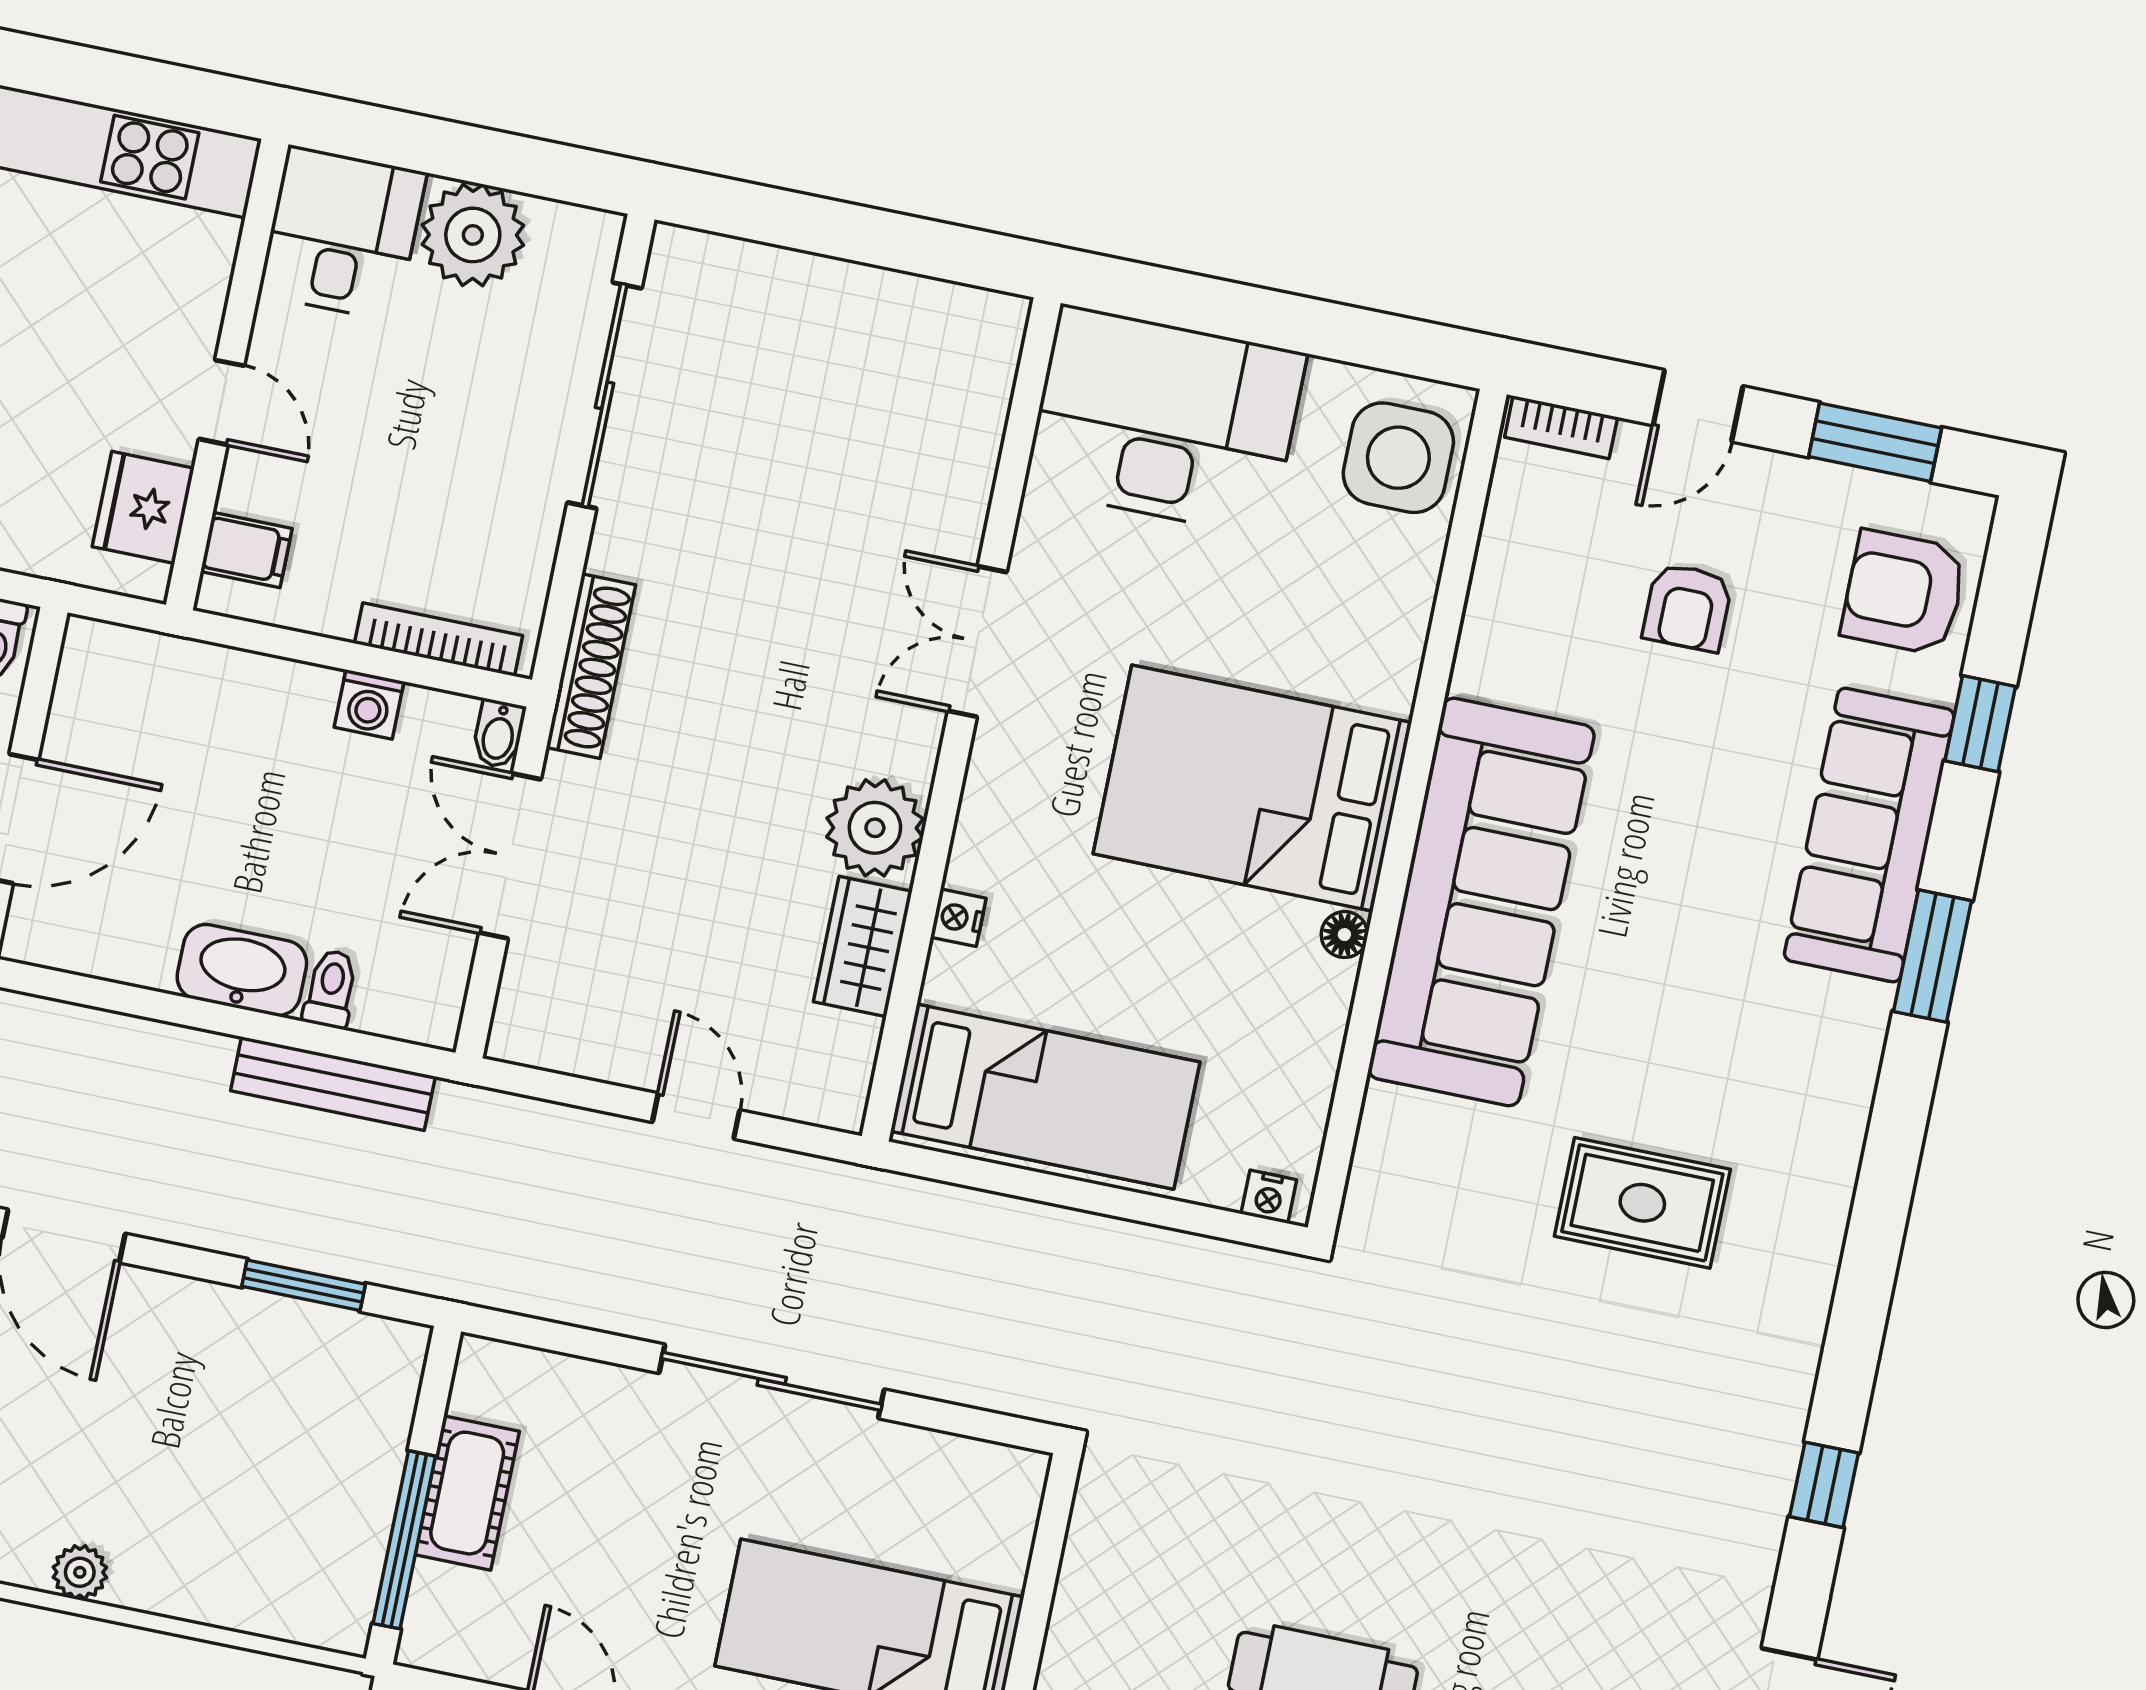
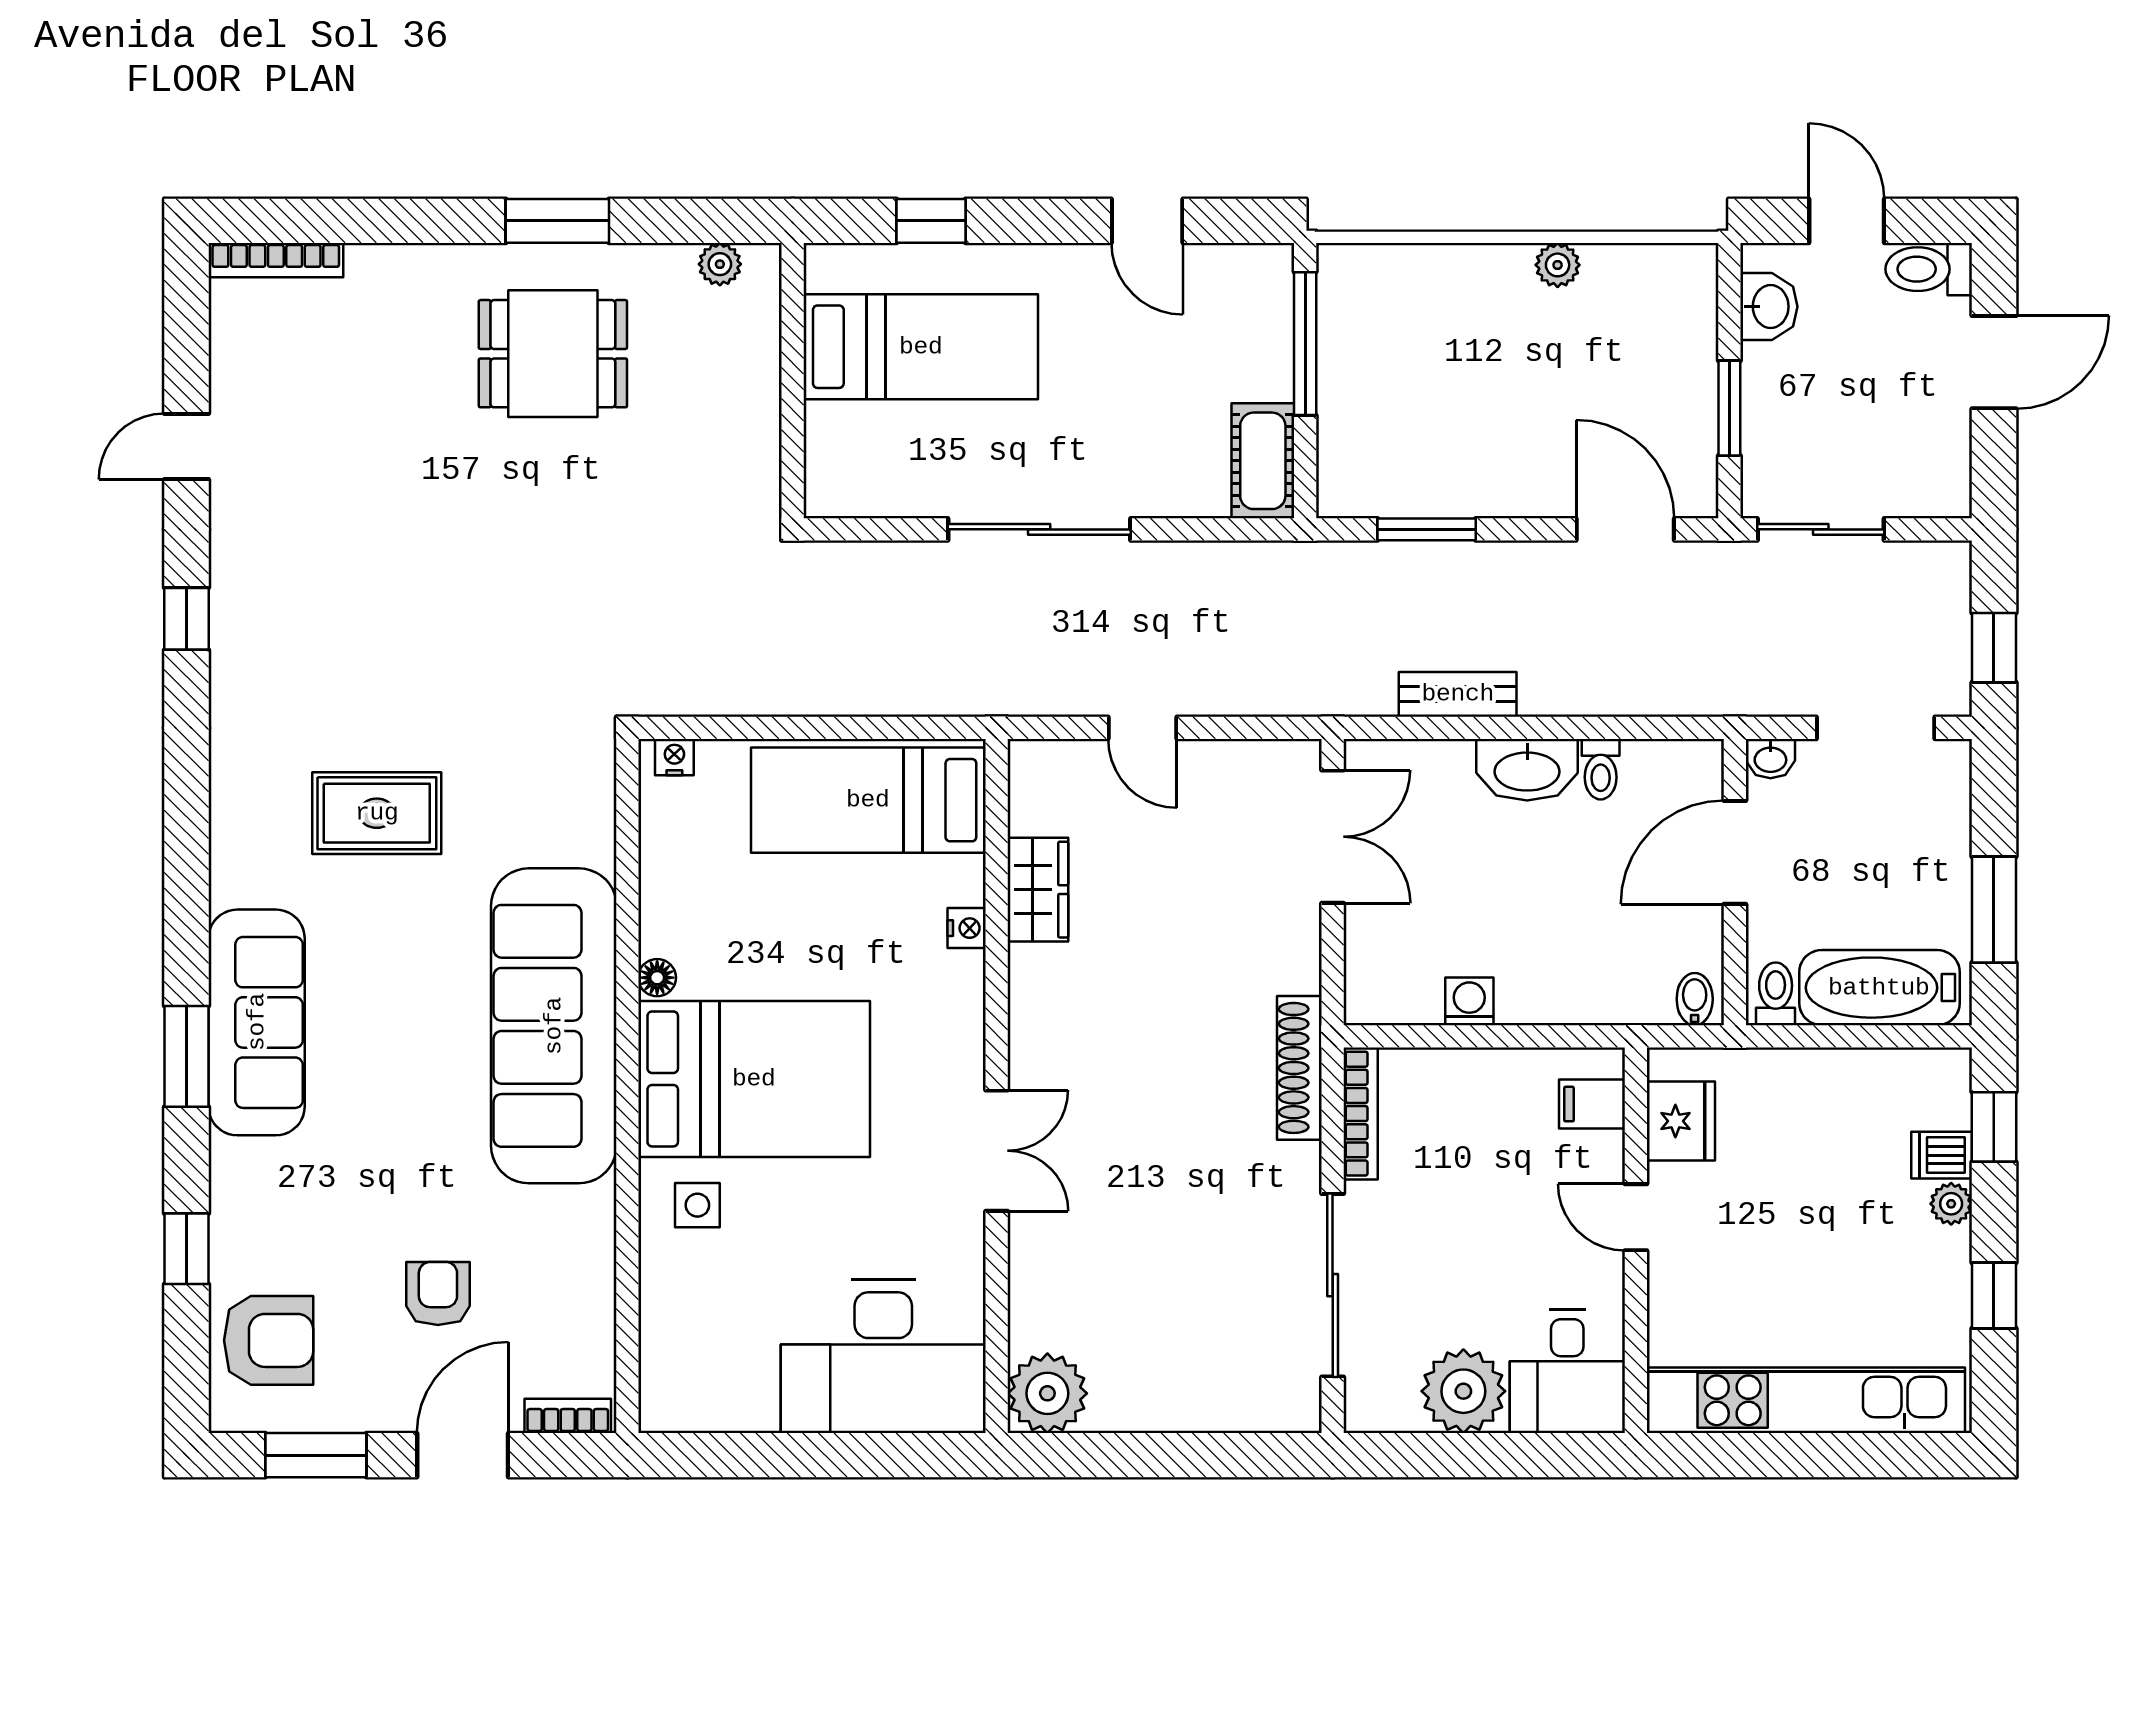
door: (1698, 406) -> (463, 1455), width x1.38
side table: (1398, 458) -> (697, 1205), moved, width x0.54, depth x0.54
bookcase: (439, 639) -> (1361, 1114), moved, turned -90
bidet: (499, 734) -> (1695, 999), moved
plant: (875, 828) -> (1047, 1393), moved
sofa: (1869, 835) -> (257, 1022), moved
double door: (510, 856) -> (1333, 837), moved
toilet: (331, 989) -> (1601, 769), moved
bench: (333, 1084) -> (1458, 694), width x0.73
cot: (467, 1493) -> (1263, 461), moved

